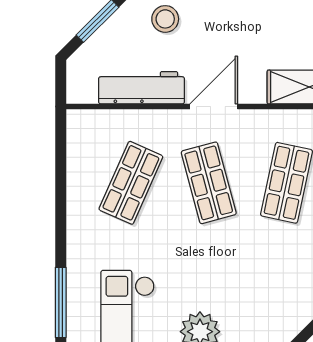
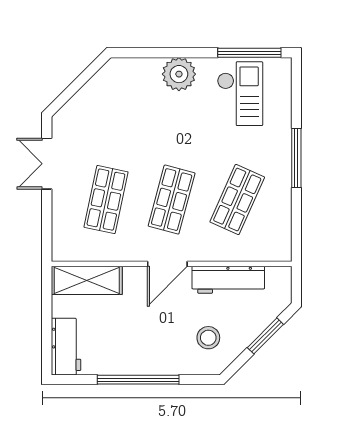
shop shelf: (209, 183) -> (172, 200), turned 30
window: (61, 302) -> (296, 158), moved

